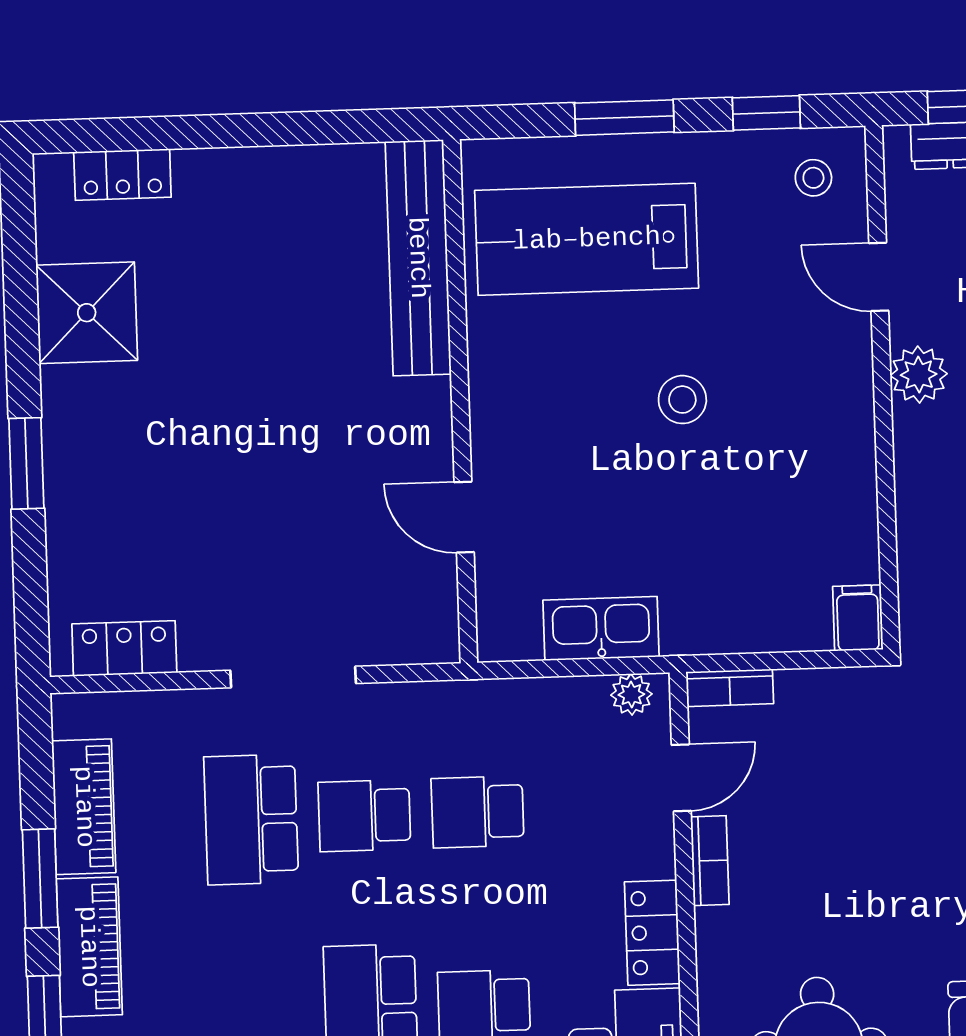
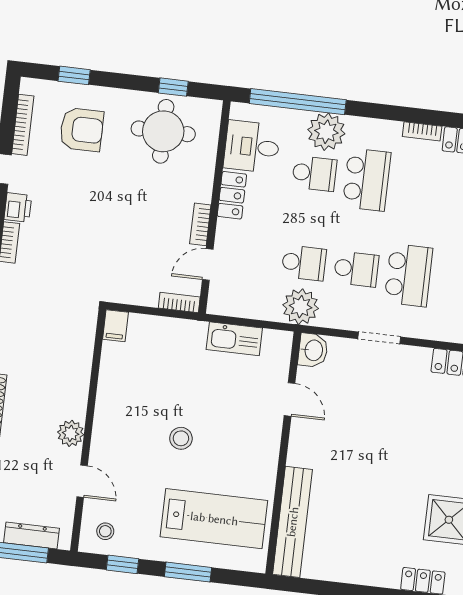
washbasin: (430, 629) -> (313, 350), added
doorway: (293, 677) -> (379, 338), width x0.73
plant: (631, 694) -> (301, 307), moved, width x1.87, depth x1.87

